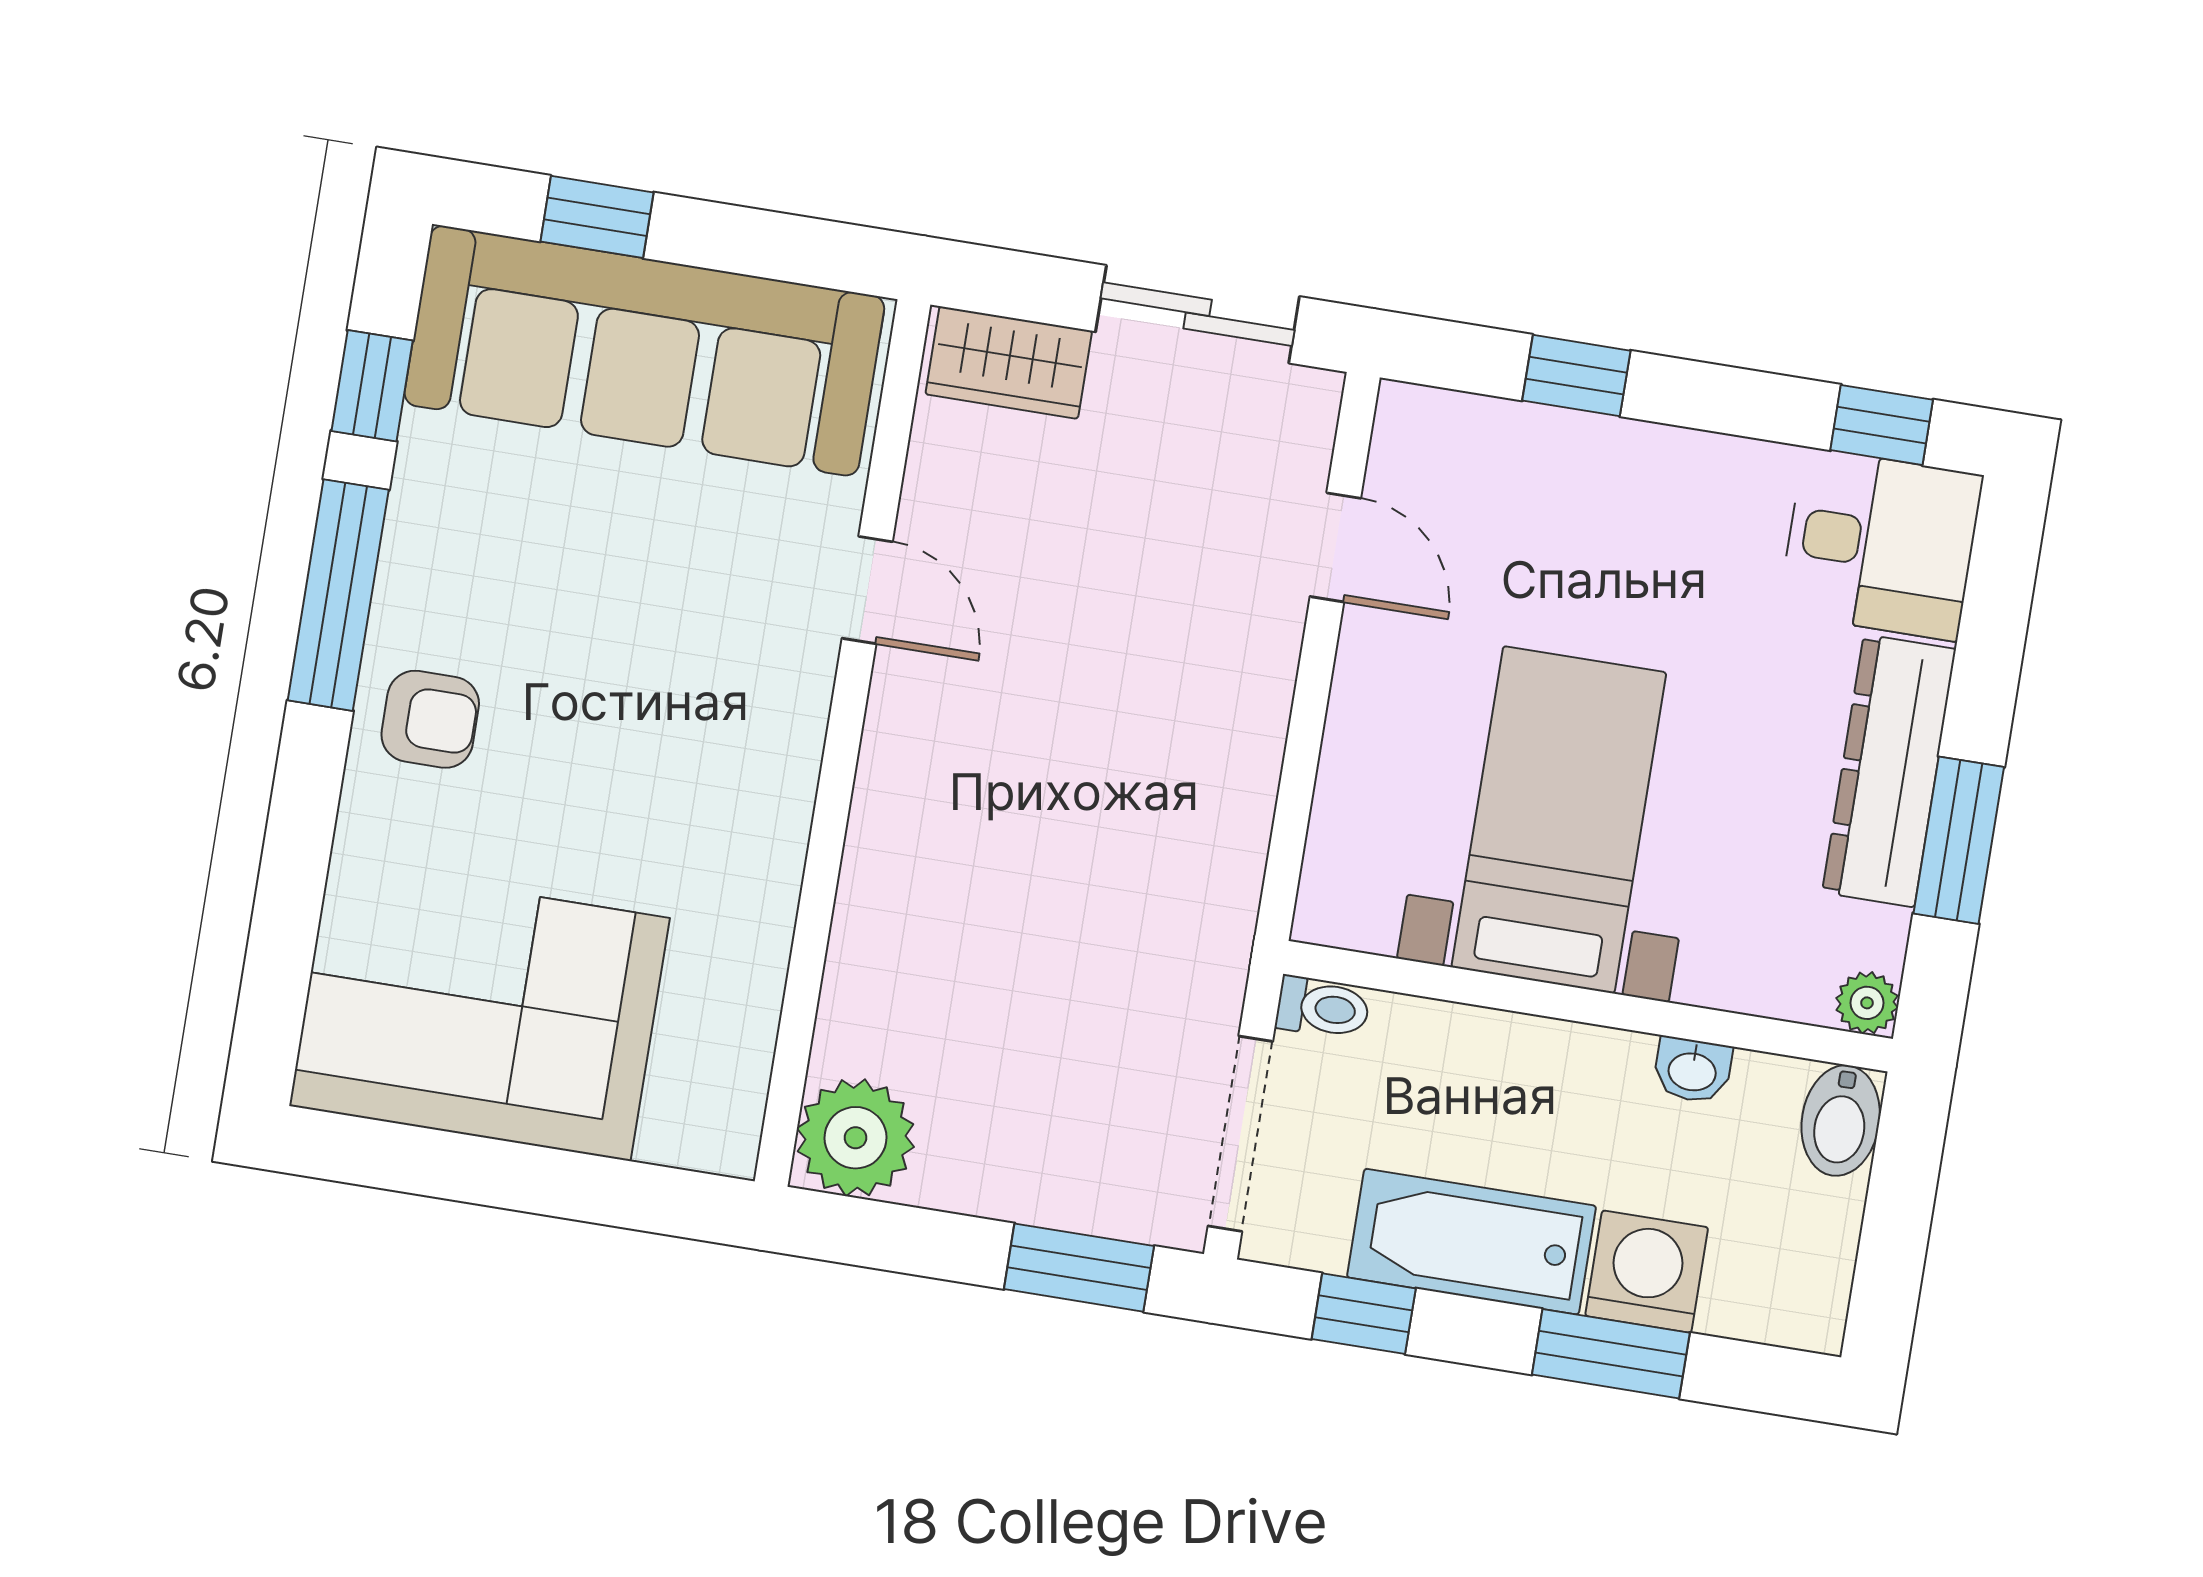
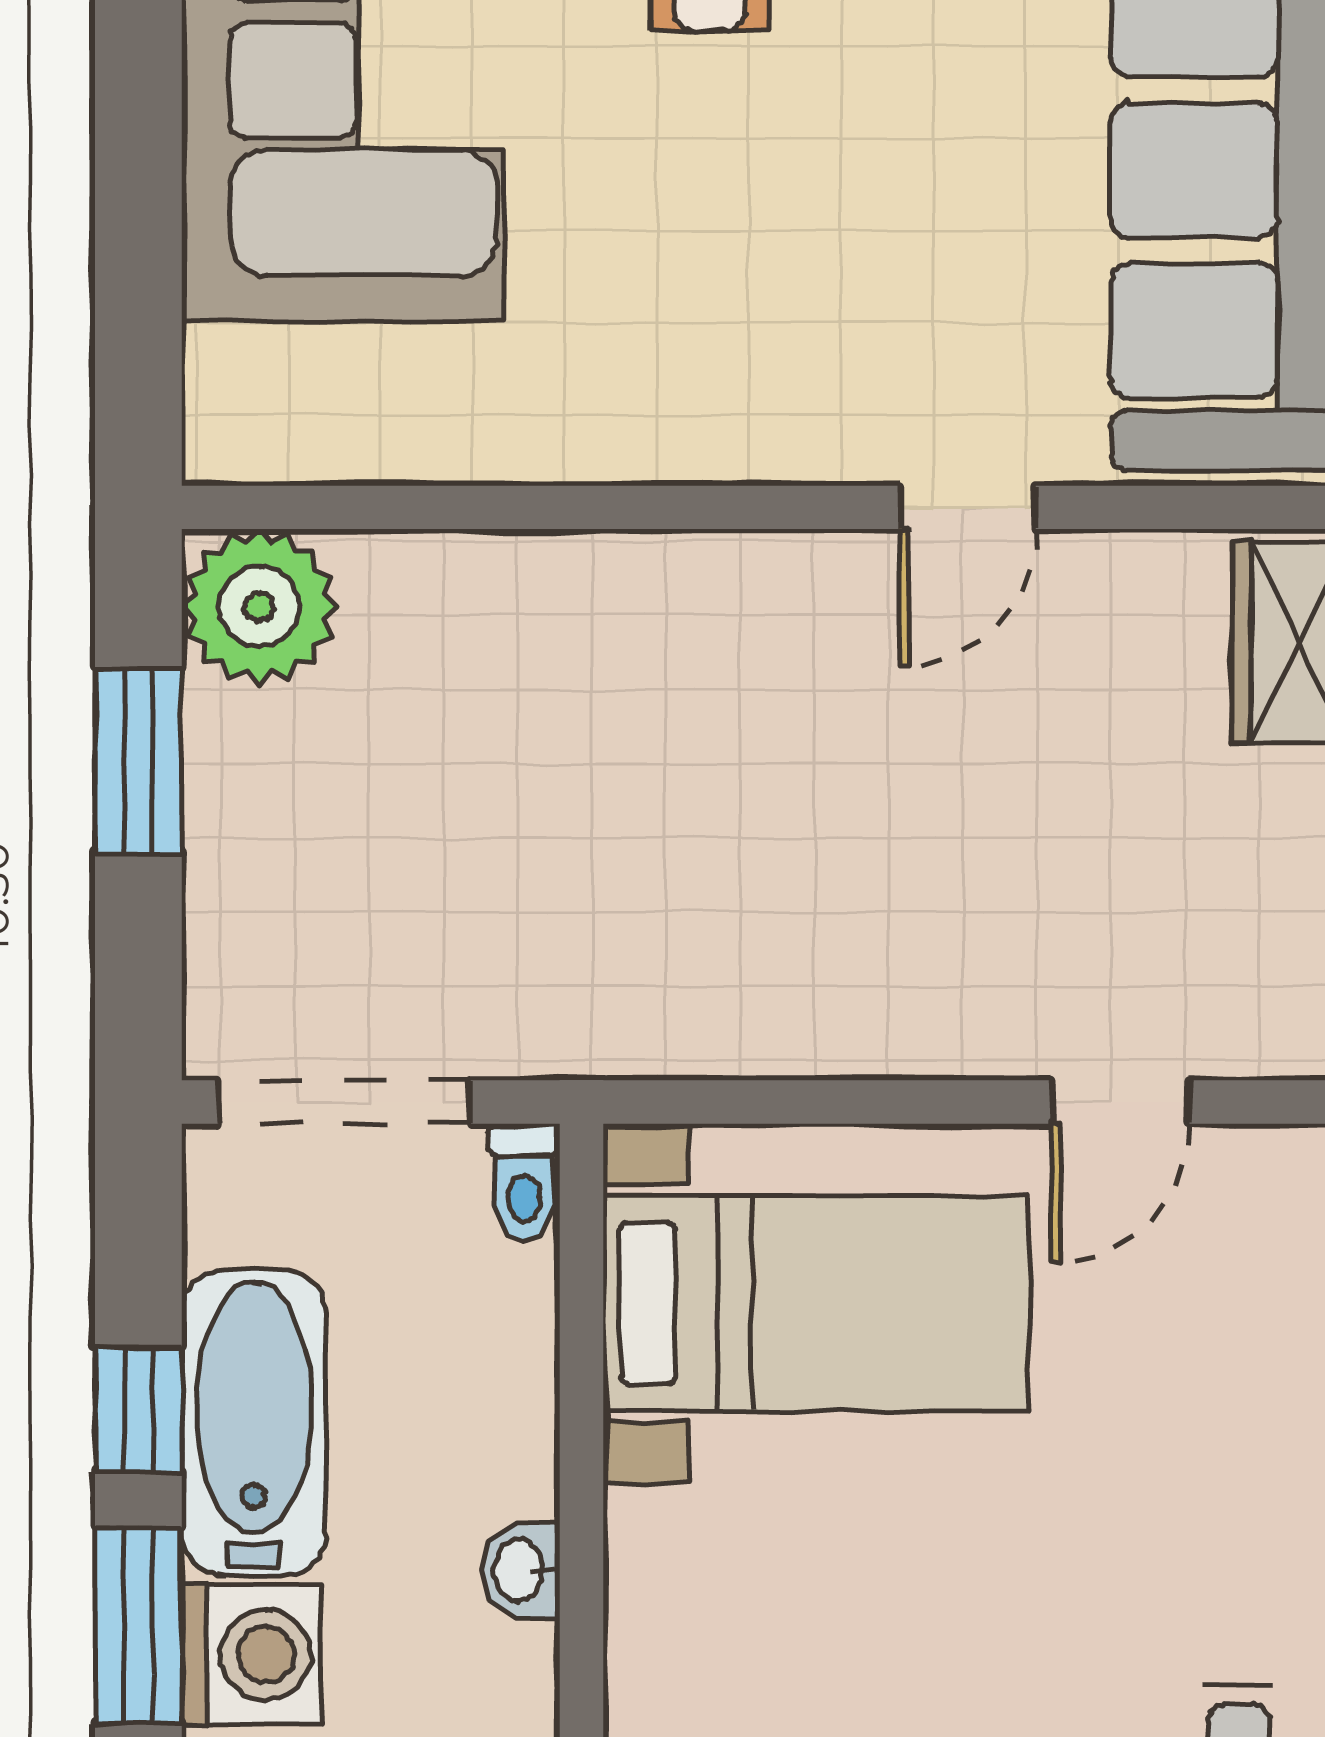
bed with nightstands: (1559, 820) -> (816, 1303), moved
washbasin: (1692, 1070) -> (521, 1570), moved
window: (1079, 1268) -> (138, 761), moved
window: (1364, 1314) -> (138, 1409), moved

